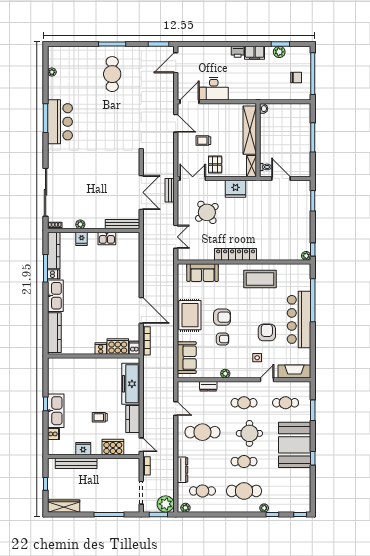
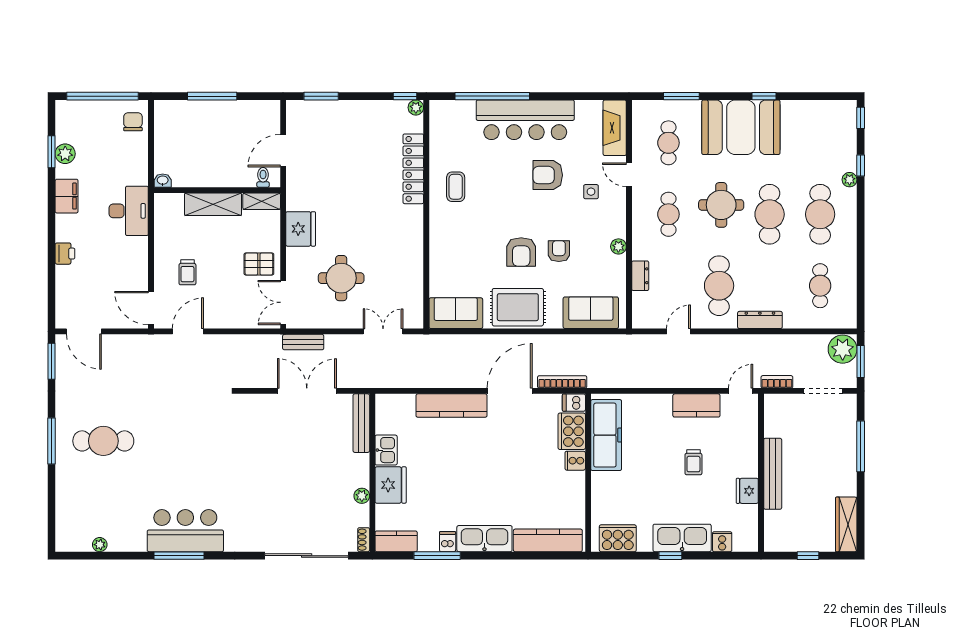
printer: (238, 52) -> (65, 254), moved
chair: (296, 77) -> (133, 122), moved
desk: (214, 89) -> (129, 211), moved
shelving: (250, 130) -> (213, 204), width x0.68
trolley: (203, 141) -> (187, 272), moved
round table: (207, 212) -> (341, 278), turned 36
fridge: (82, 239) -> (391, 485), width x1.88, depth x1.34
kitchen counter: (54, 250) -> (396, 541), width x0.67
locker: (236, 254) -> (413, 169), moved
sofa: (202, 273) -> (456, 313), moved, turned -90
kitchen counter: (133, 277) -> (452, 406), added
coffee table: (260, 279) -> (456, 187), width x0.54, depth x0.58
armchair: (222, 317) -> (521, 252), turned 180
freezer: (131, 384) -> (606, 435), moved, turned -90
cooker: (113, 447) -> (618, 538), moved, turned 90
cafe table: (244, 462) -> (770, 214), width x1.37, depth x1.35
bench: (76, 463) -> (773, 474), moved
dresser: (183, 470) -> (760, 320), moved
plant: (185, 508) -> (849, 315), removed

